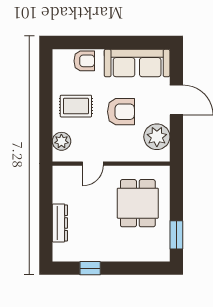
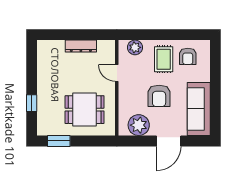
armchair: (84, 61) -> (188, 56), moved
dresser: (60, 223) -> (81, 46), moved
window: (90, 268) -> (32, 103), moved

